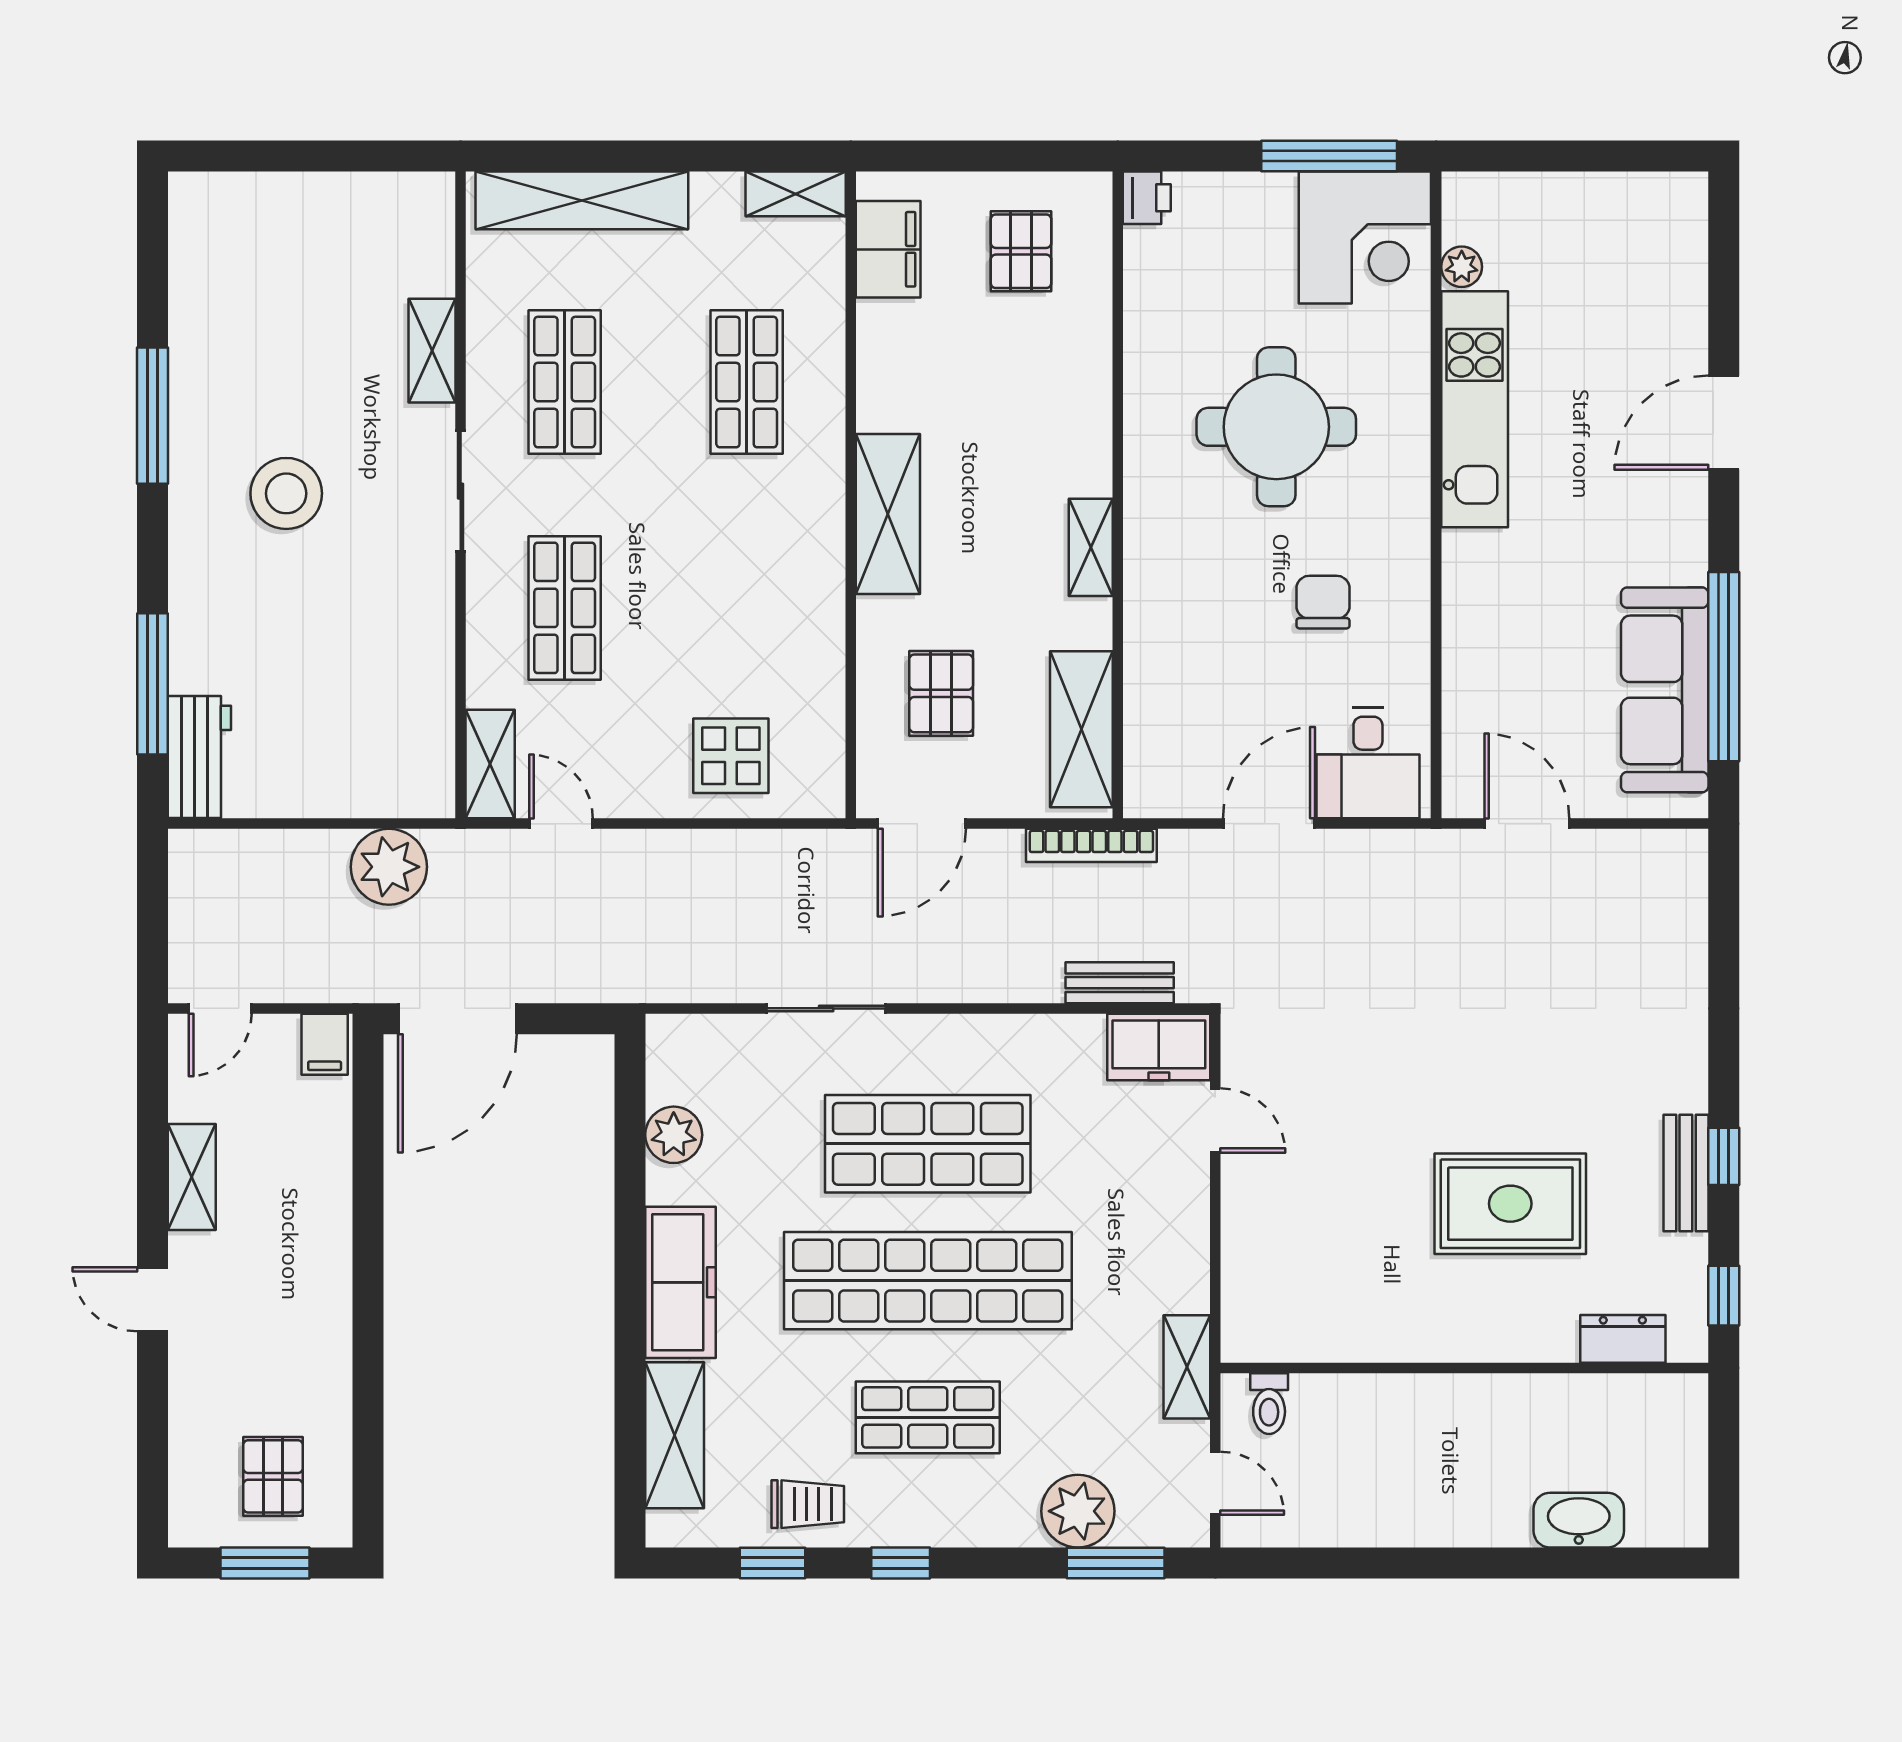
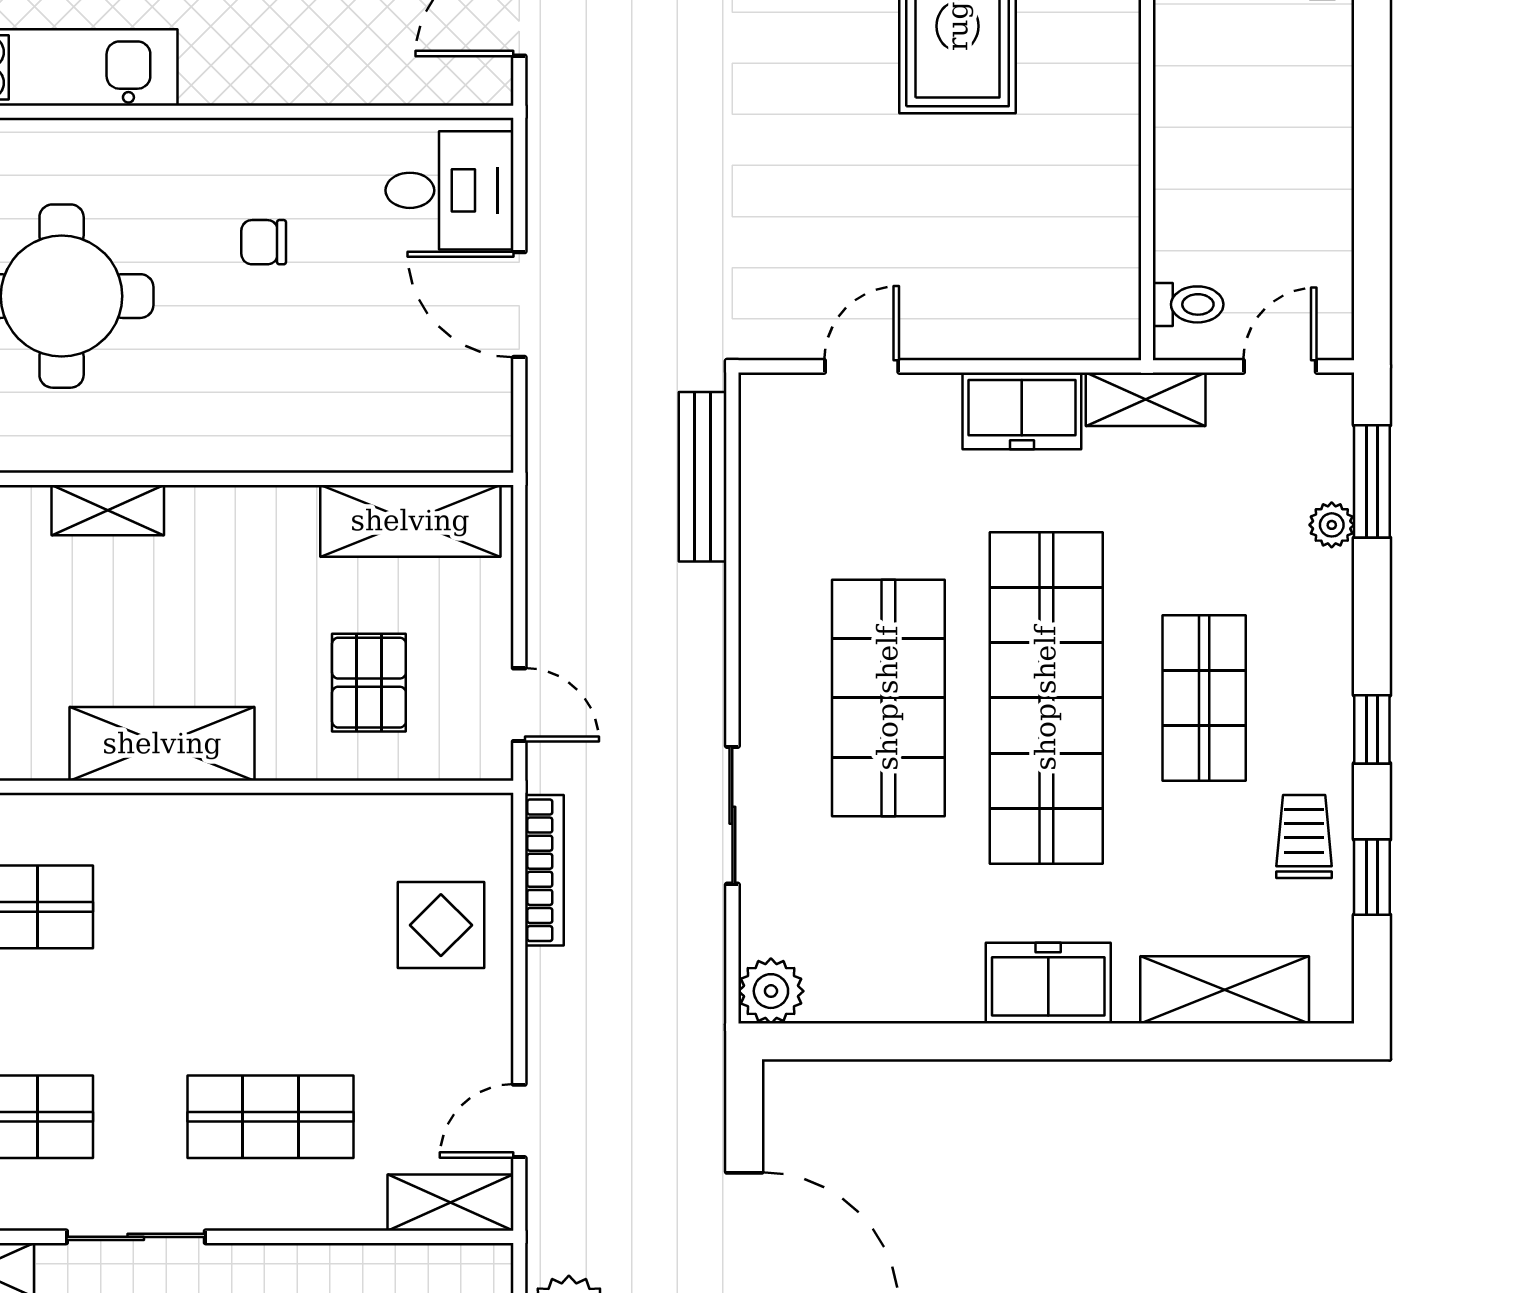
shelving: (1091, 547) -> (108, 510), moved
chair: (1323, 602) -> (264, 242), width x0.73, depth x0.73
pallet: (941, 693) -> (369, 683), turned 90
door: (922, 824) -> (519, 705), width x0.73
bookcase: (1091, 845) -> (544, 870), moved
bench: (1120, 983) -> (703, 477), width x1.36
freezer: (1159, 1047) -> (1022, 411), moved, turned 90
plant: (674, 1135) -> (771, 991), moved
freezer: (681, 1282) -> (1048, 983), width x0.71
plant: (1078, 1511) -> (1332, 525), width x0.53, depth x0.53

